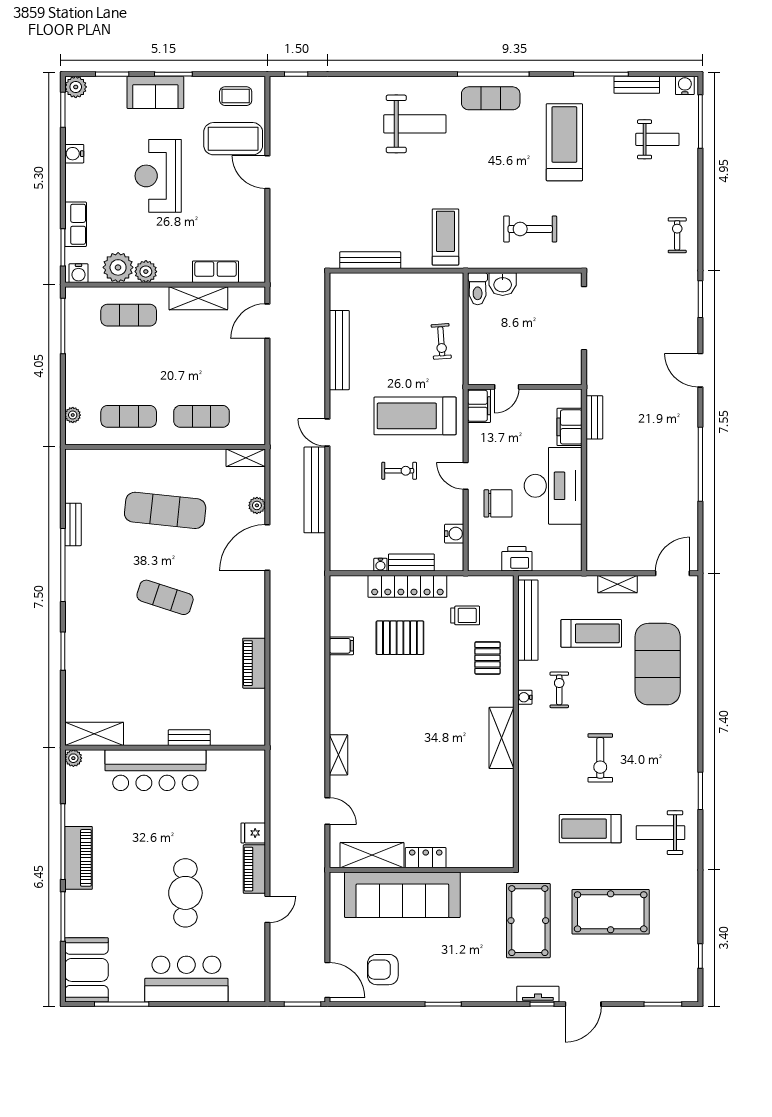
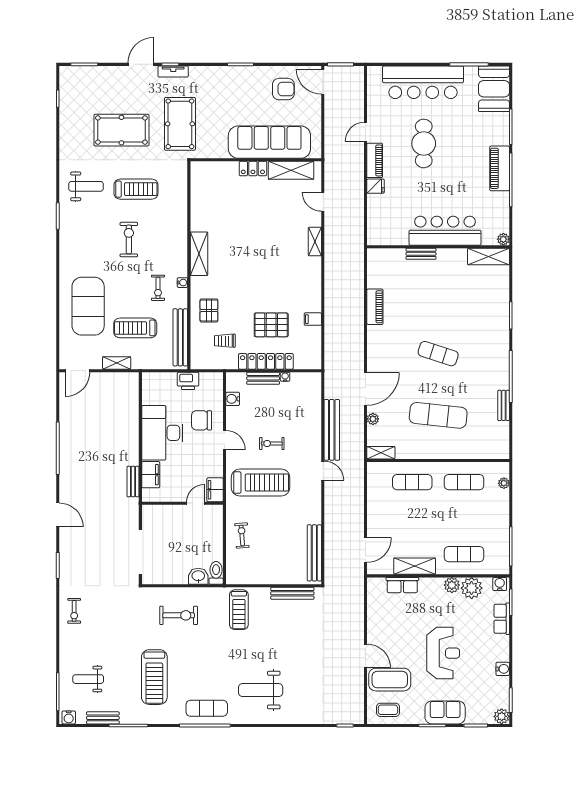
bench: (339, 350) -> (314, 553), moved
bar counter: (186, 979) -> (423, 82), width x1.36

